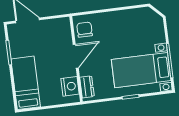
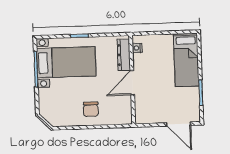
chair: (85, 30) -> (91, 109), moved
nightstand: (70, 86) -> (137, 48), width x0.53, depth x0.56
dresser: (87, 87) -> (124, 55), width x1.44

